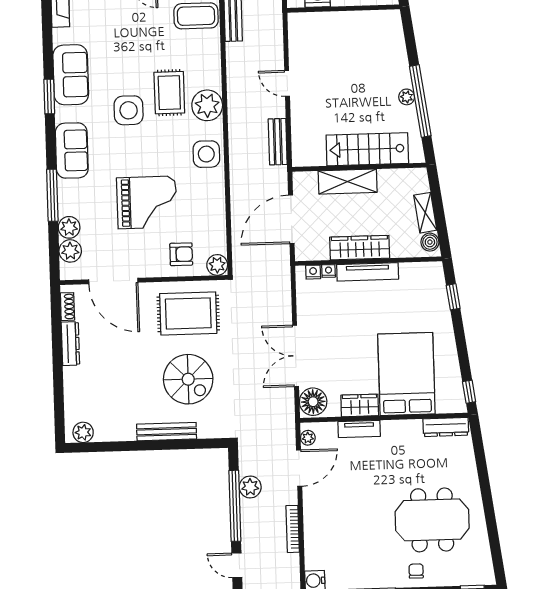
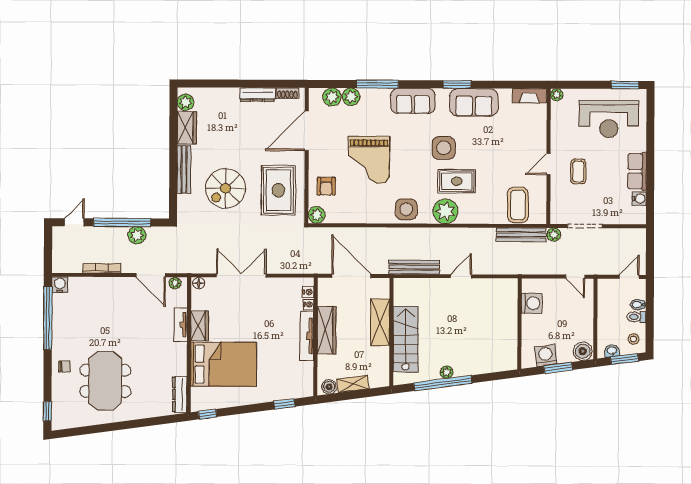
bench: (278, 142) -> (414, 267), width x1.36
floor lamp: (313, 402) -> (199, 283), width x0.53, depth x0.53
wardrobe: (115, 430) -> (187, 128), added

